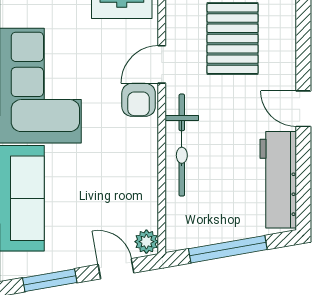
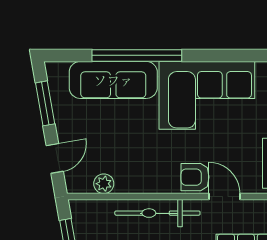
plant: (146, 242) -> (104, 184), moved

